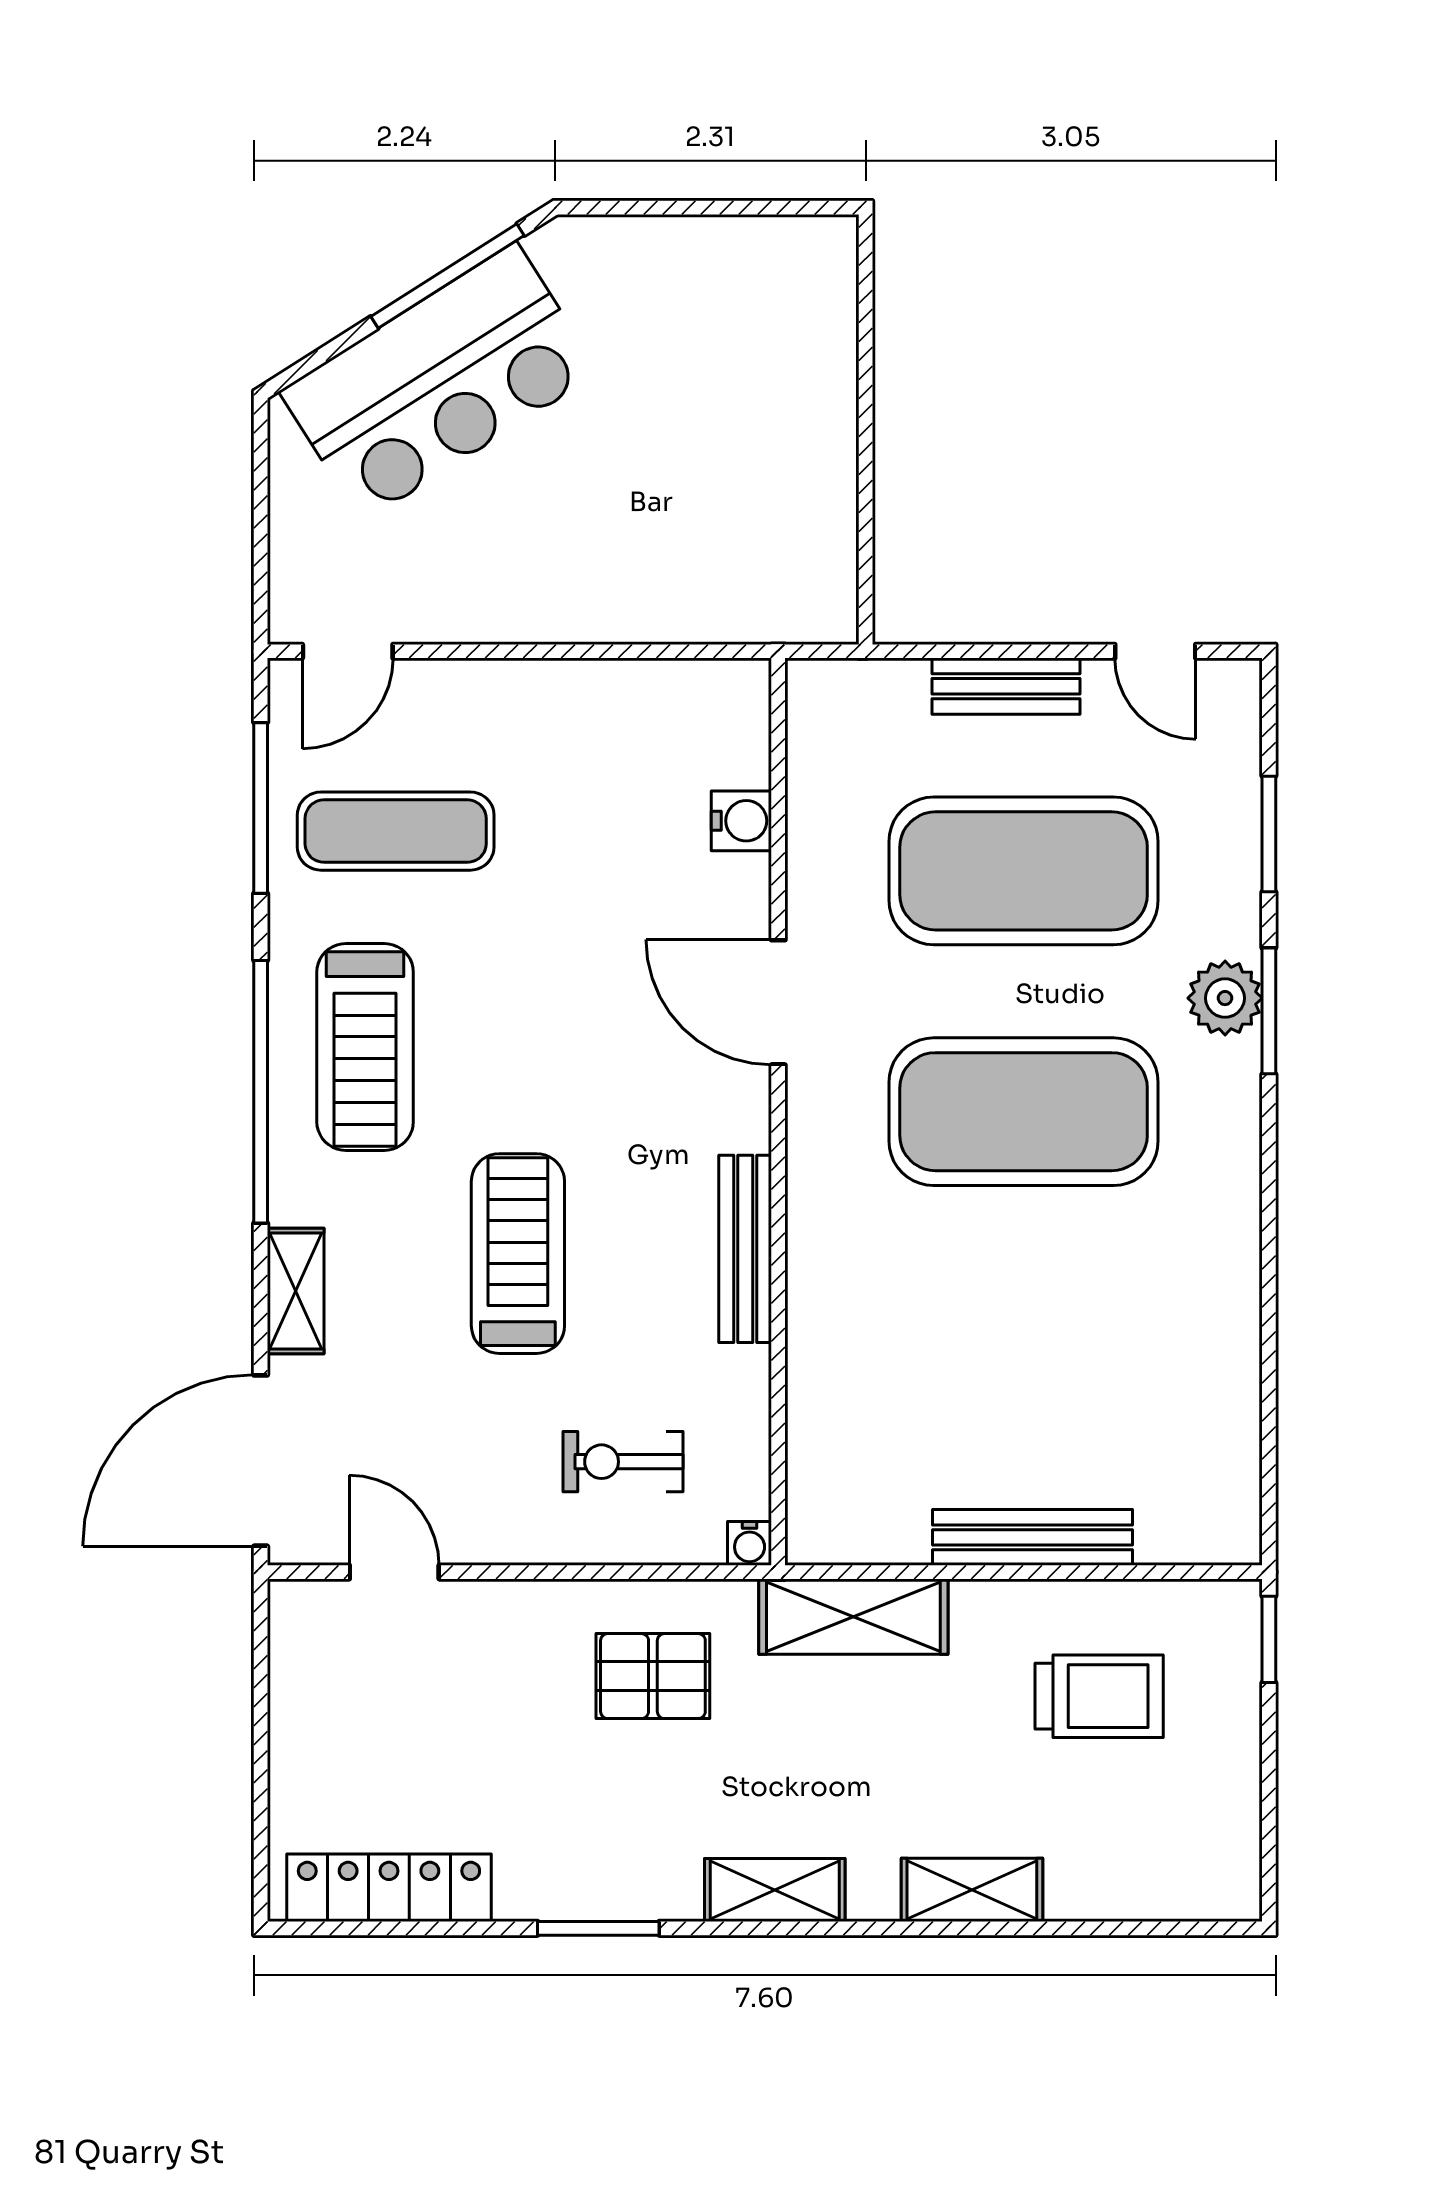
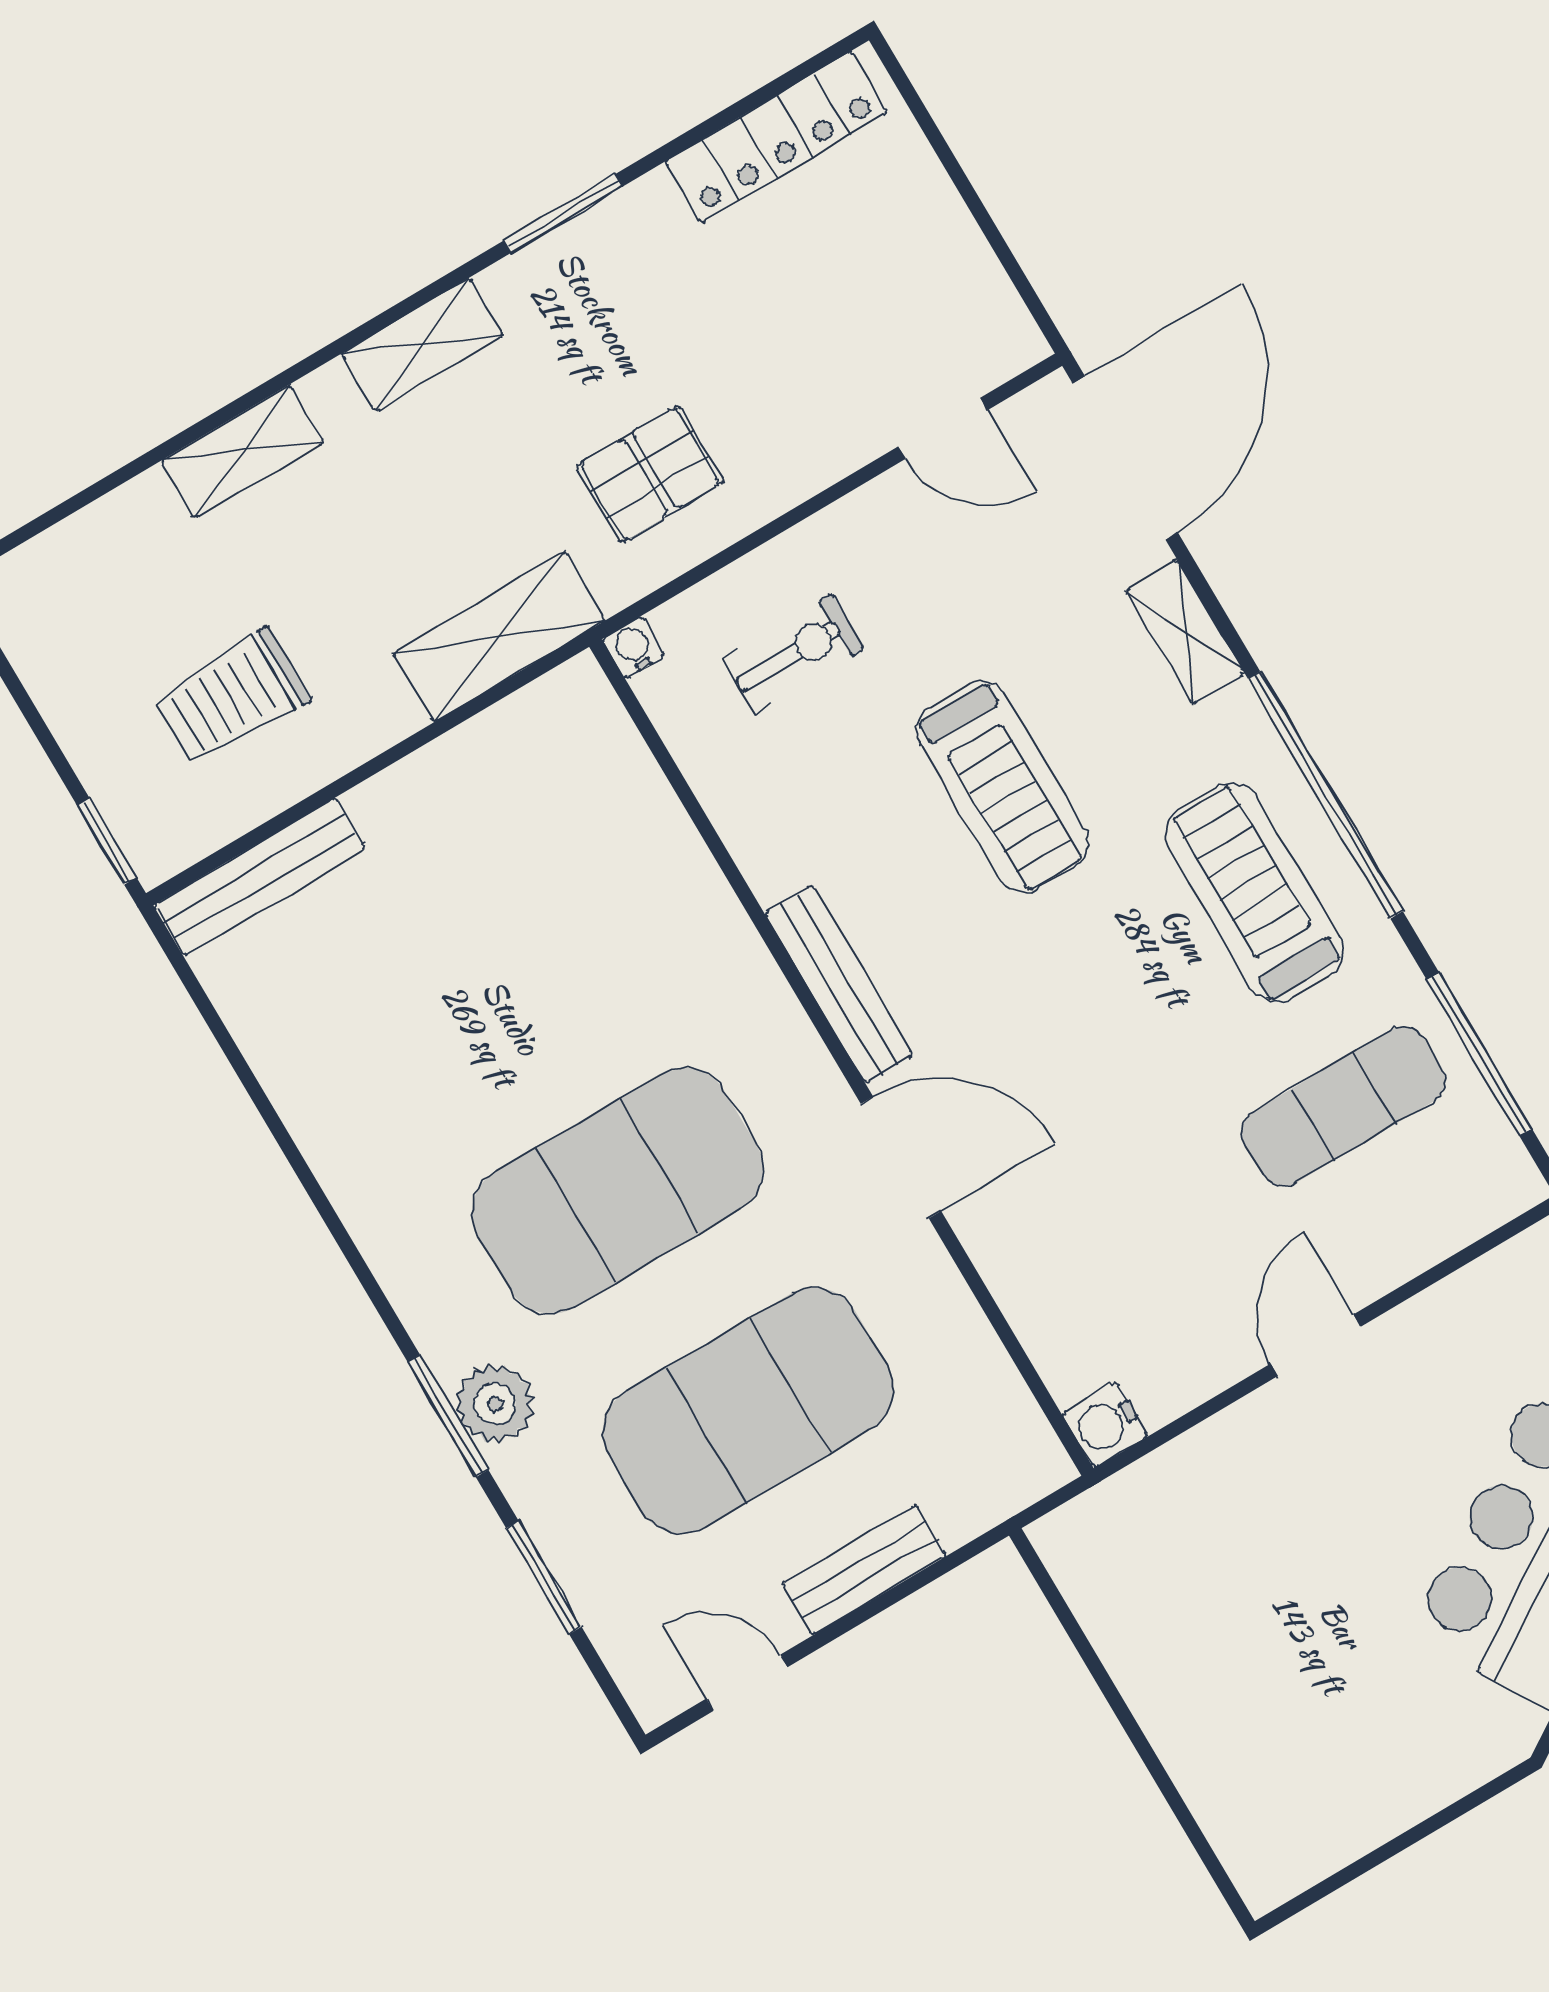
door: (348, 651) -> (1316, 1345), moved
water cooler: (741, 821) -> (1105, 1425), moved
bench: (745, 1249) -> (839, 984), moved
bench: (1033, 1537) -> (260, 877), moved

